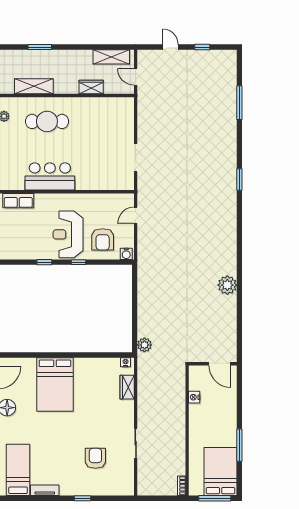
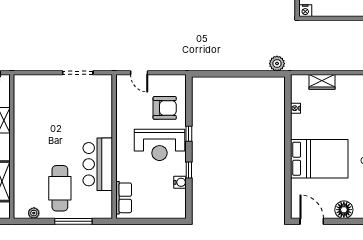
cafe table: (47, 121) -> (60, 188), moved
water cooler: (126, 254) -> (180, 182), moved
nightstand: (126, 362) -> (295, 108), moved
nightstand: (194, 397) -> (305, 11), moved

